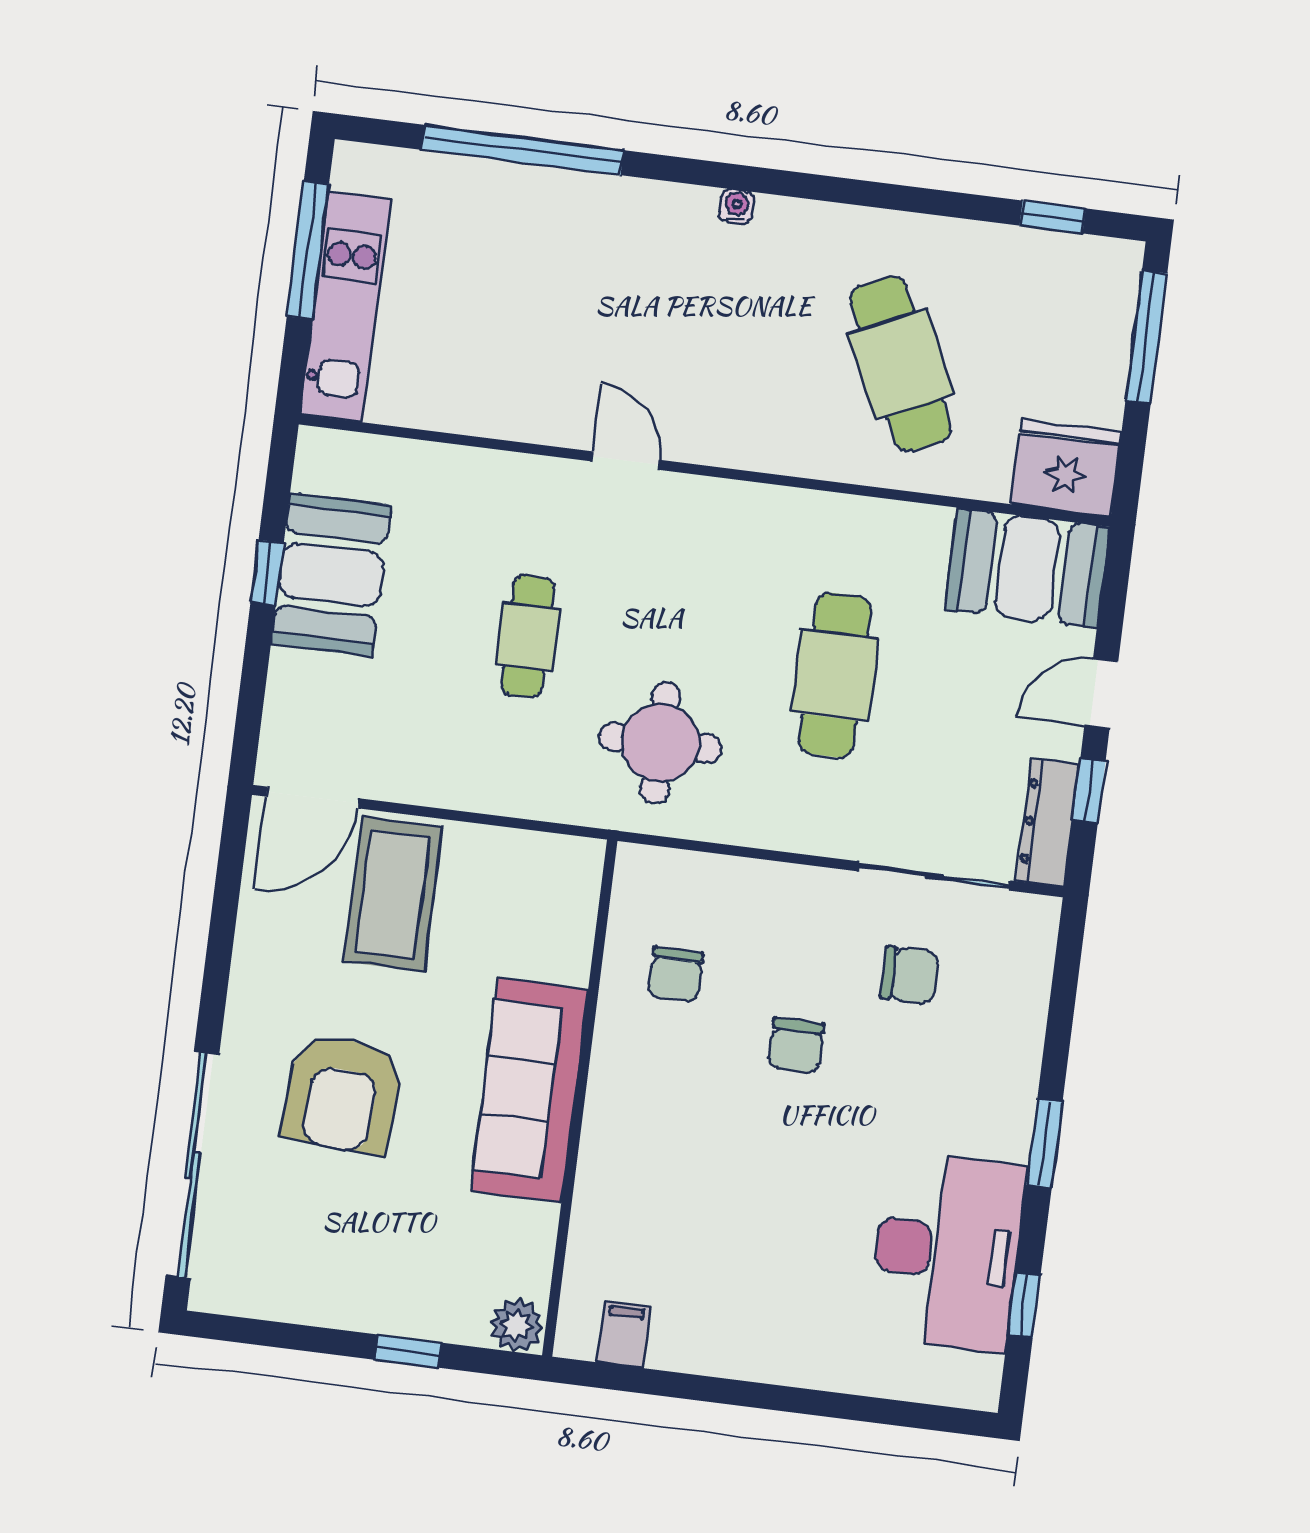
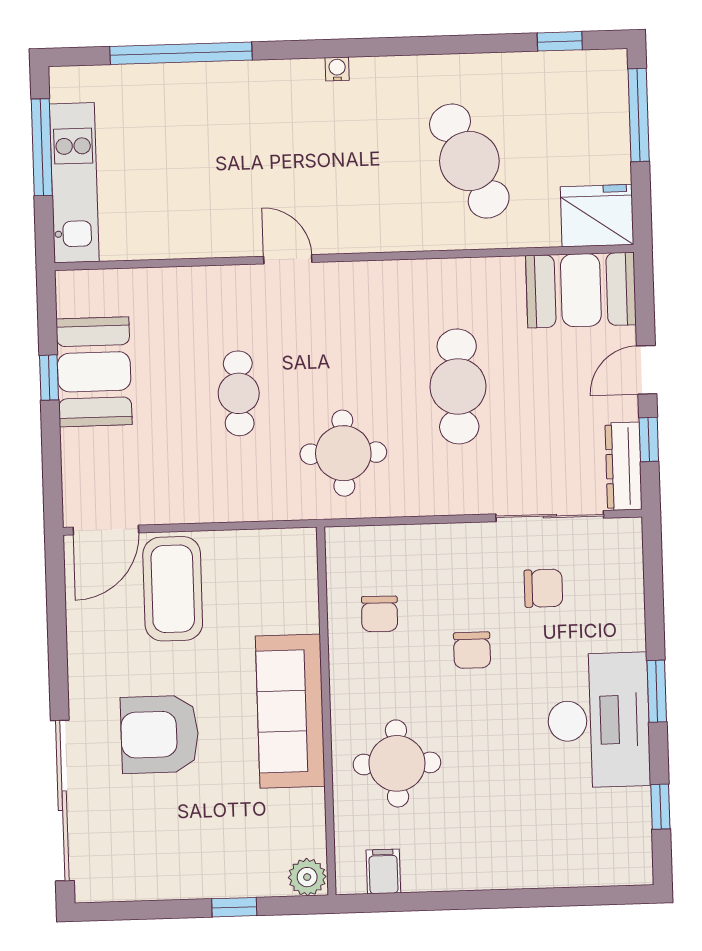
armchair: (343, 1094) -> (160, 734), turned 86
round table: (667, 1187) -> (397, 763), added
desk: (947, 1252) -> (599, 720), moved

